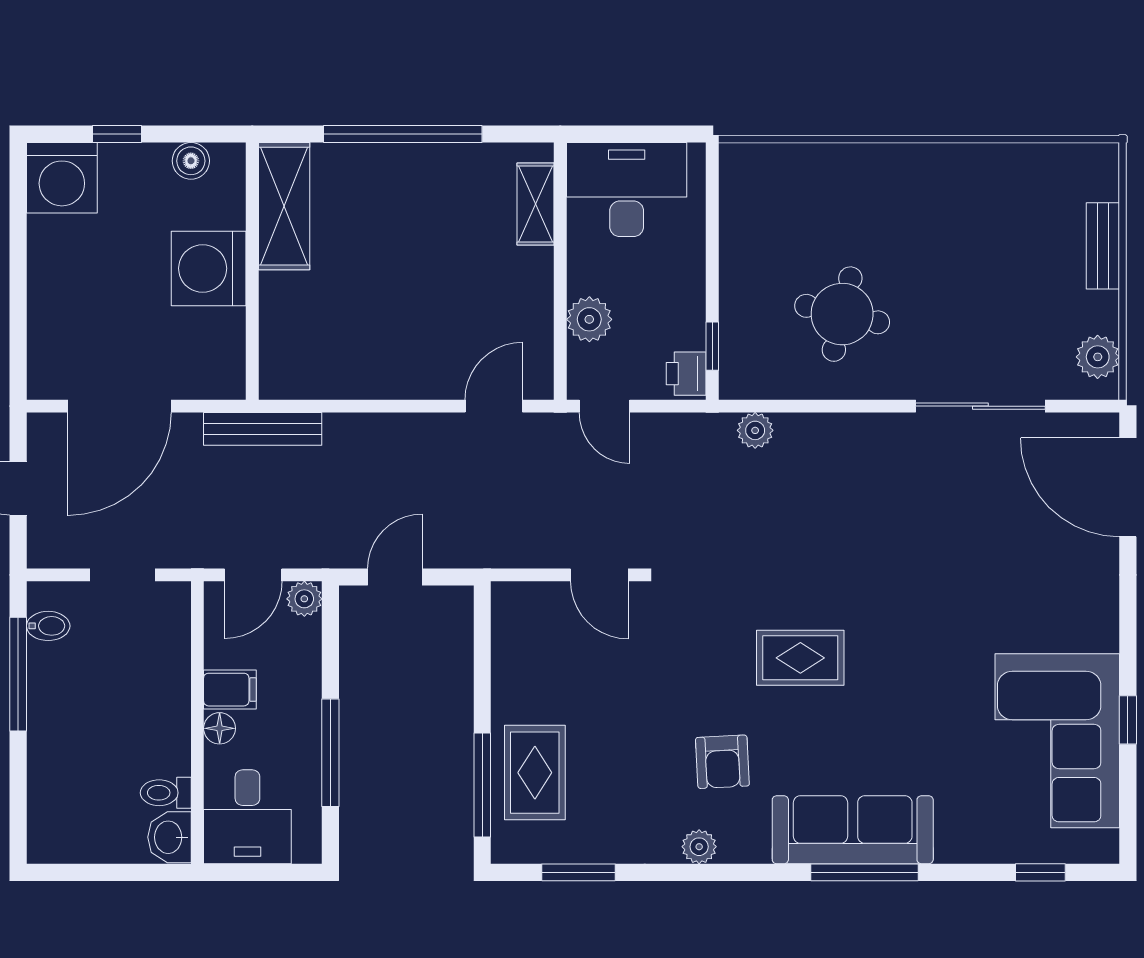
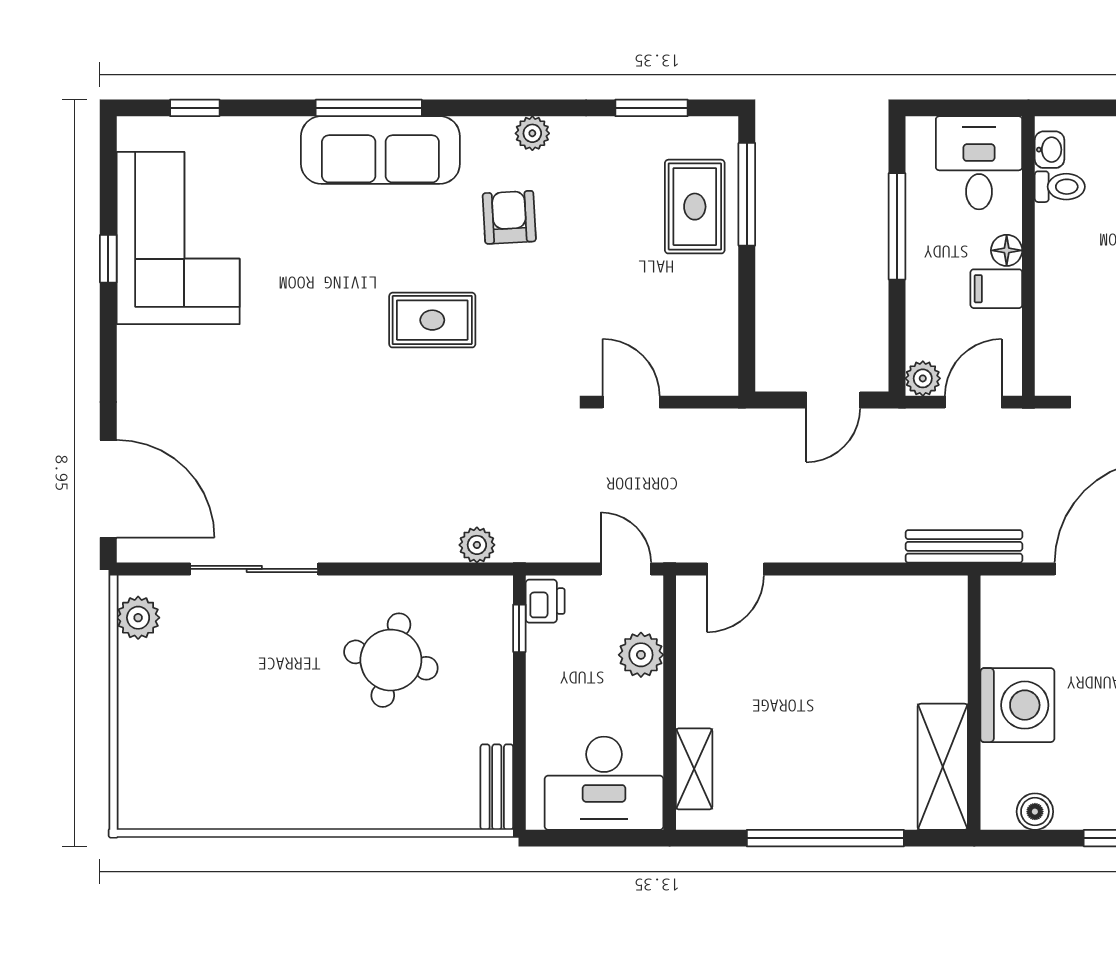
bench: (1103, 246) -> (497, 787), moved
washbasin: (169, 837) -> (1050, 150), width x0.72, depth x0.69

